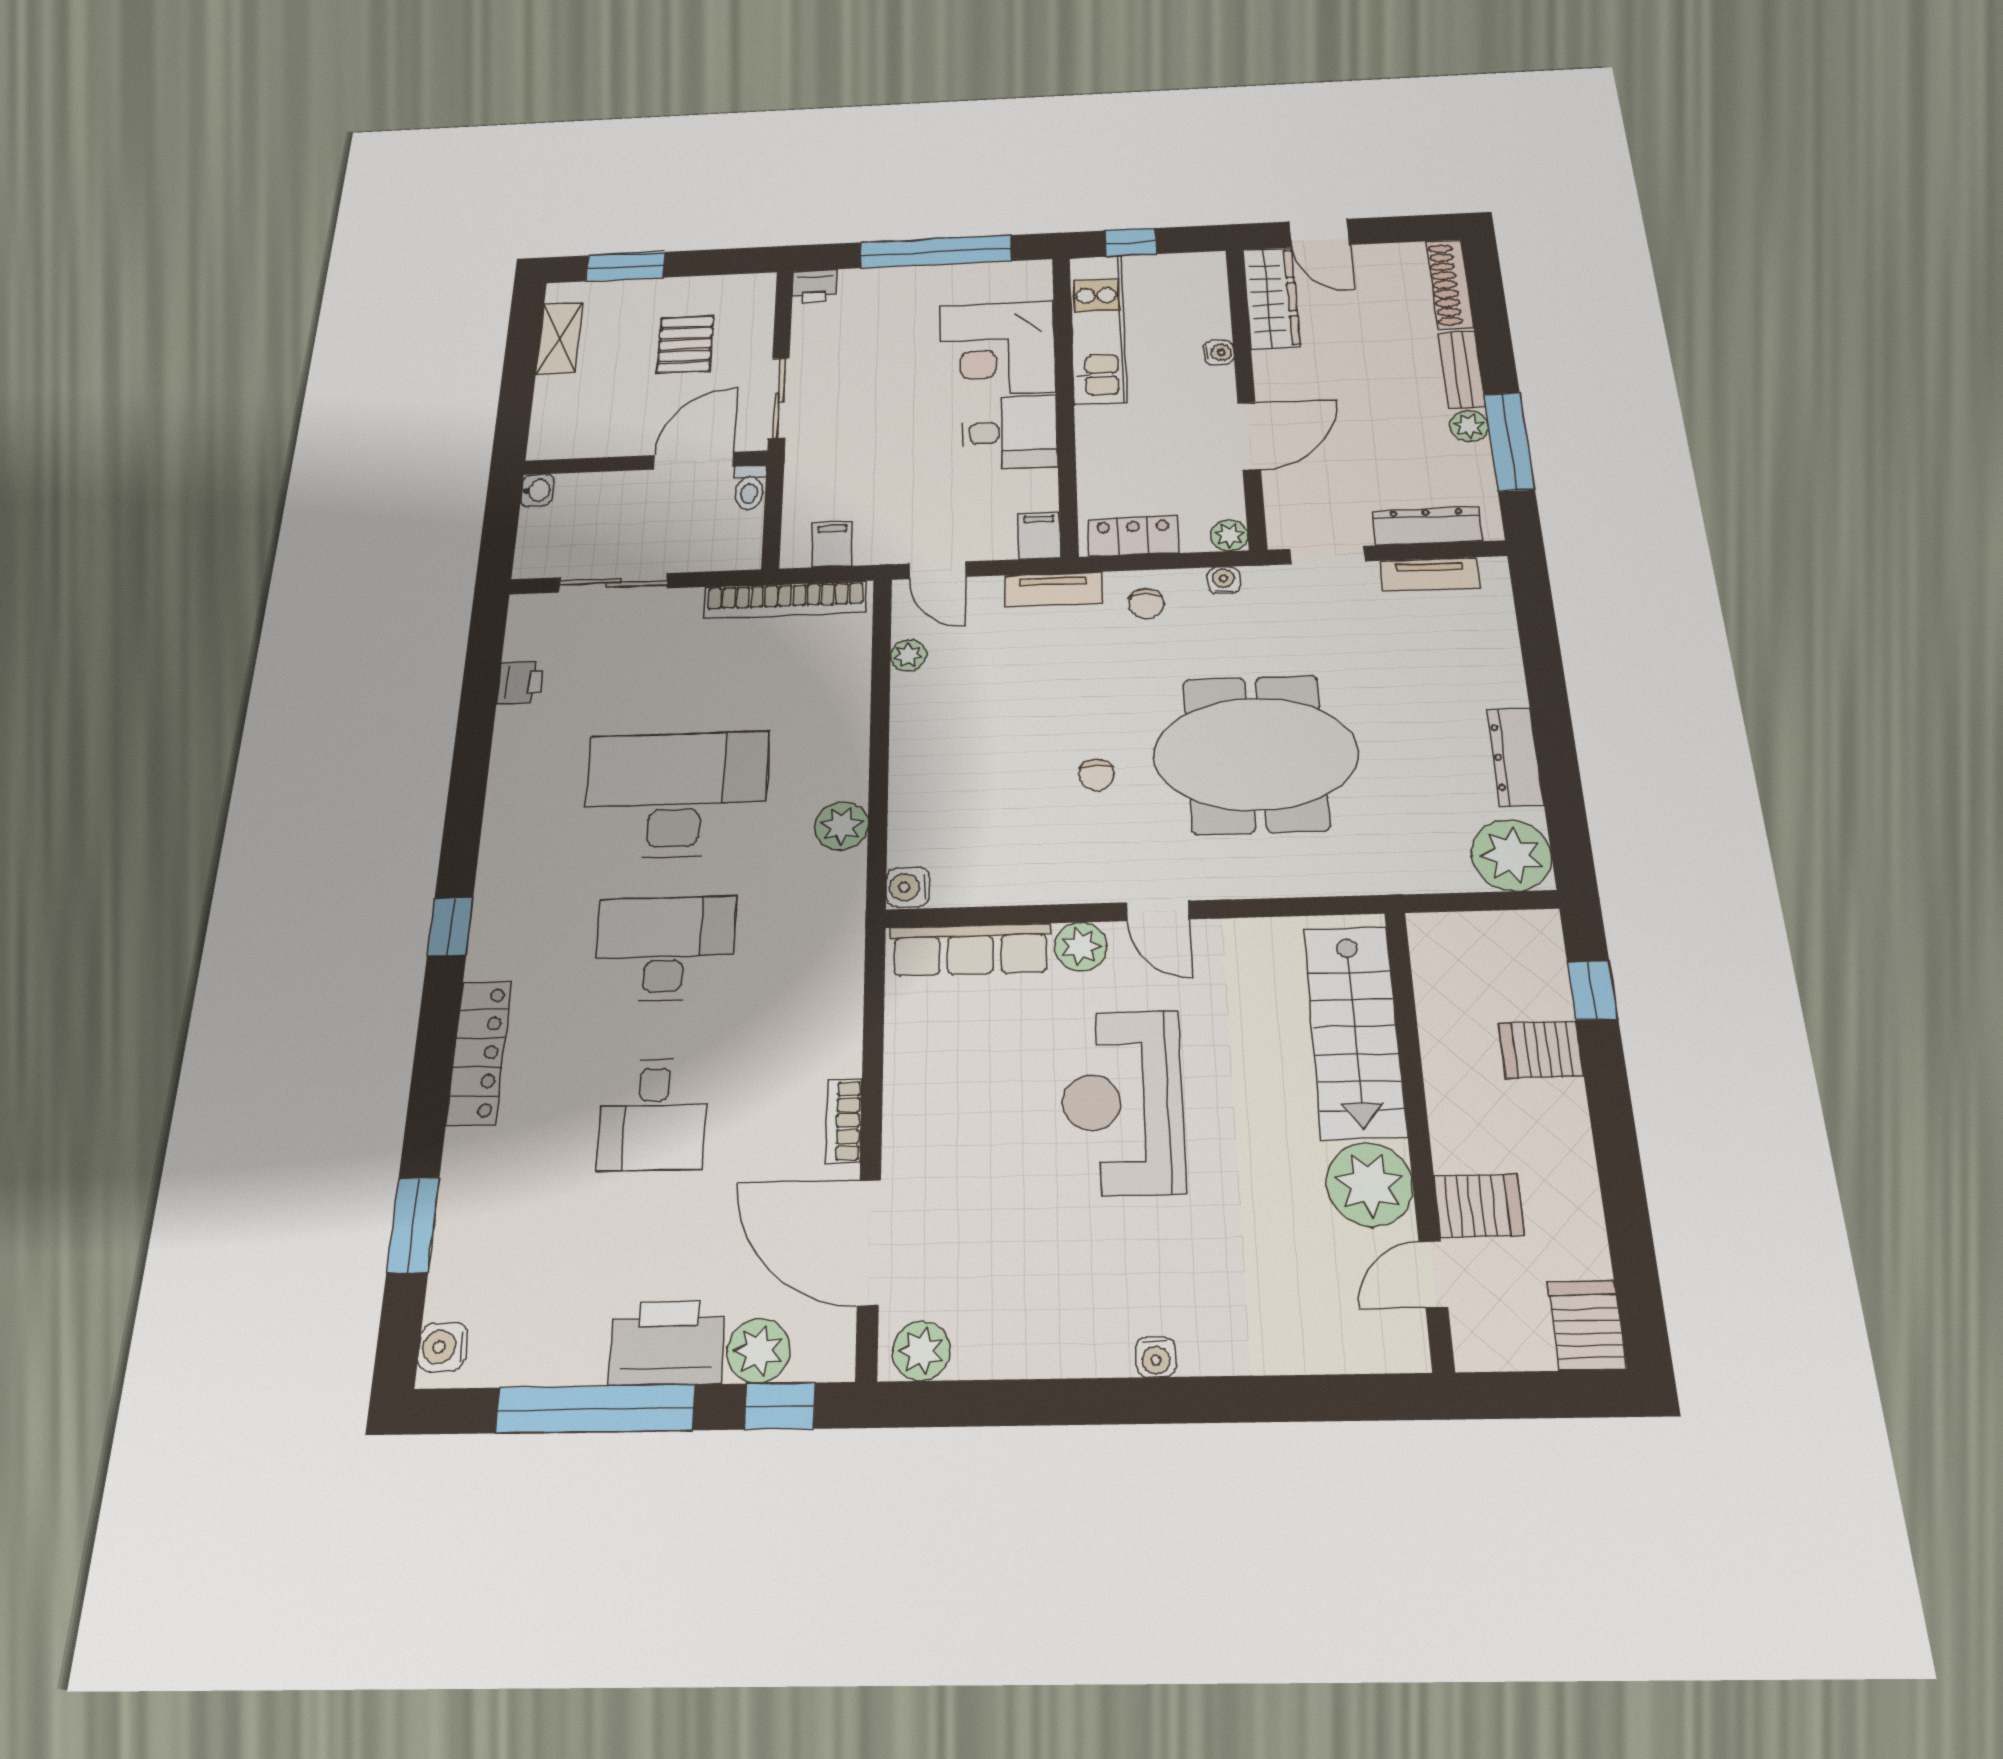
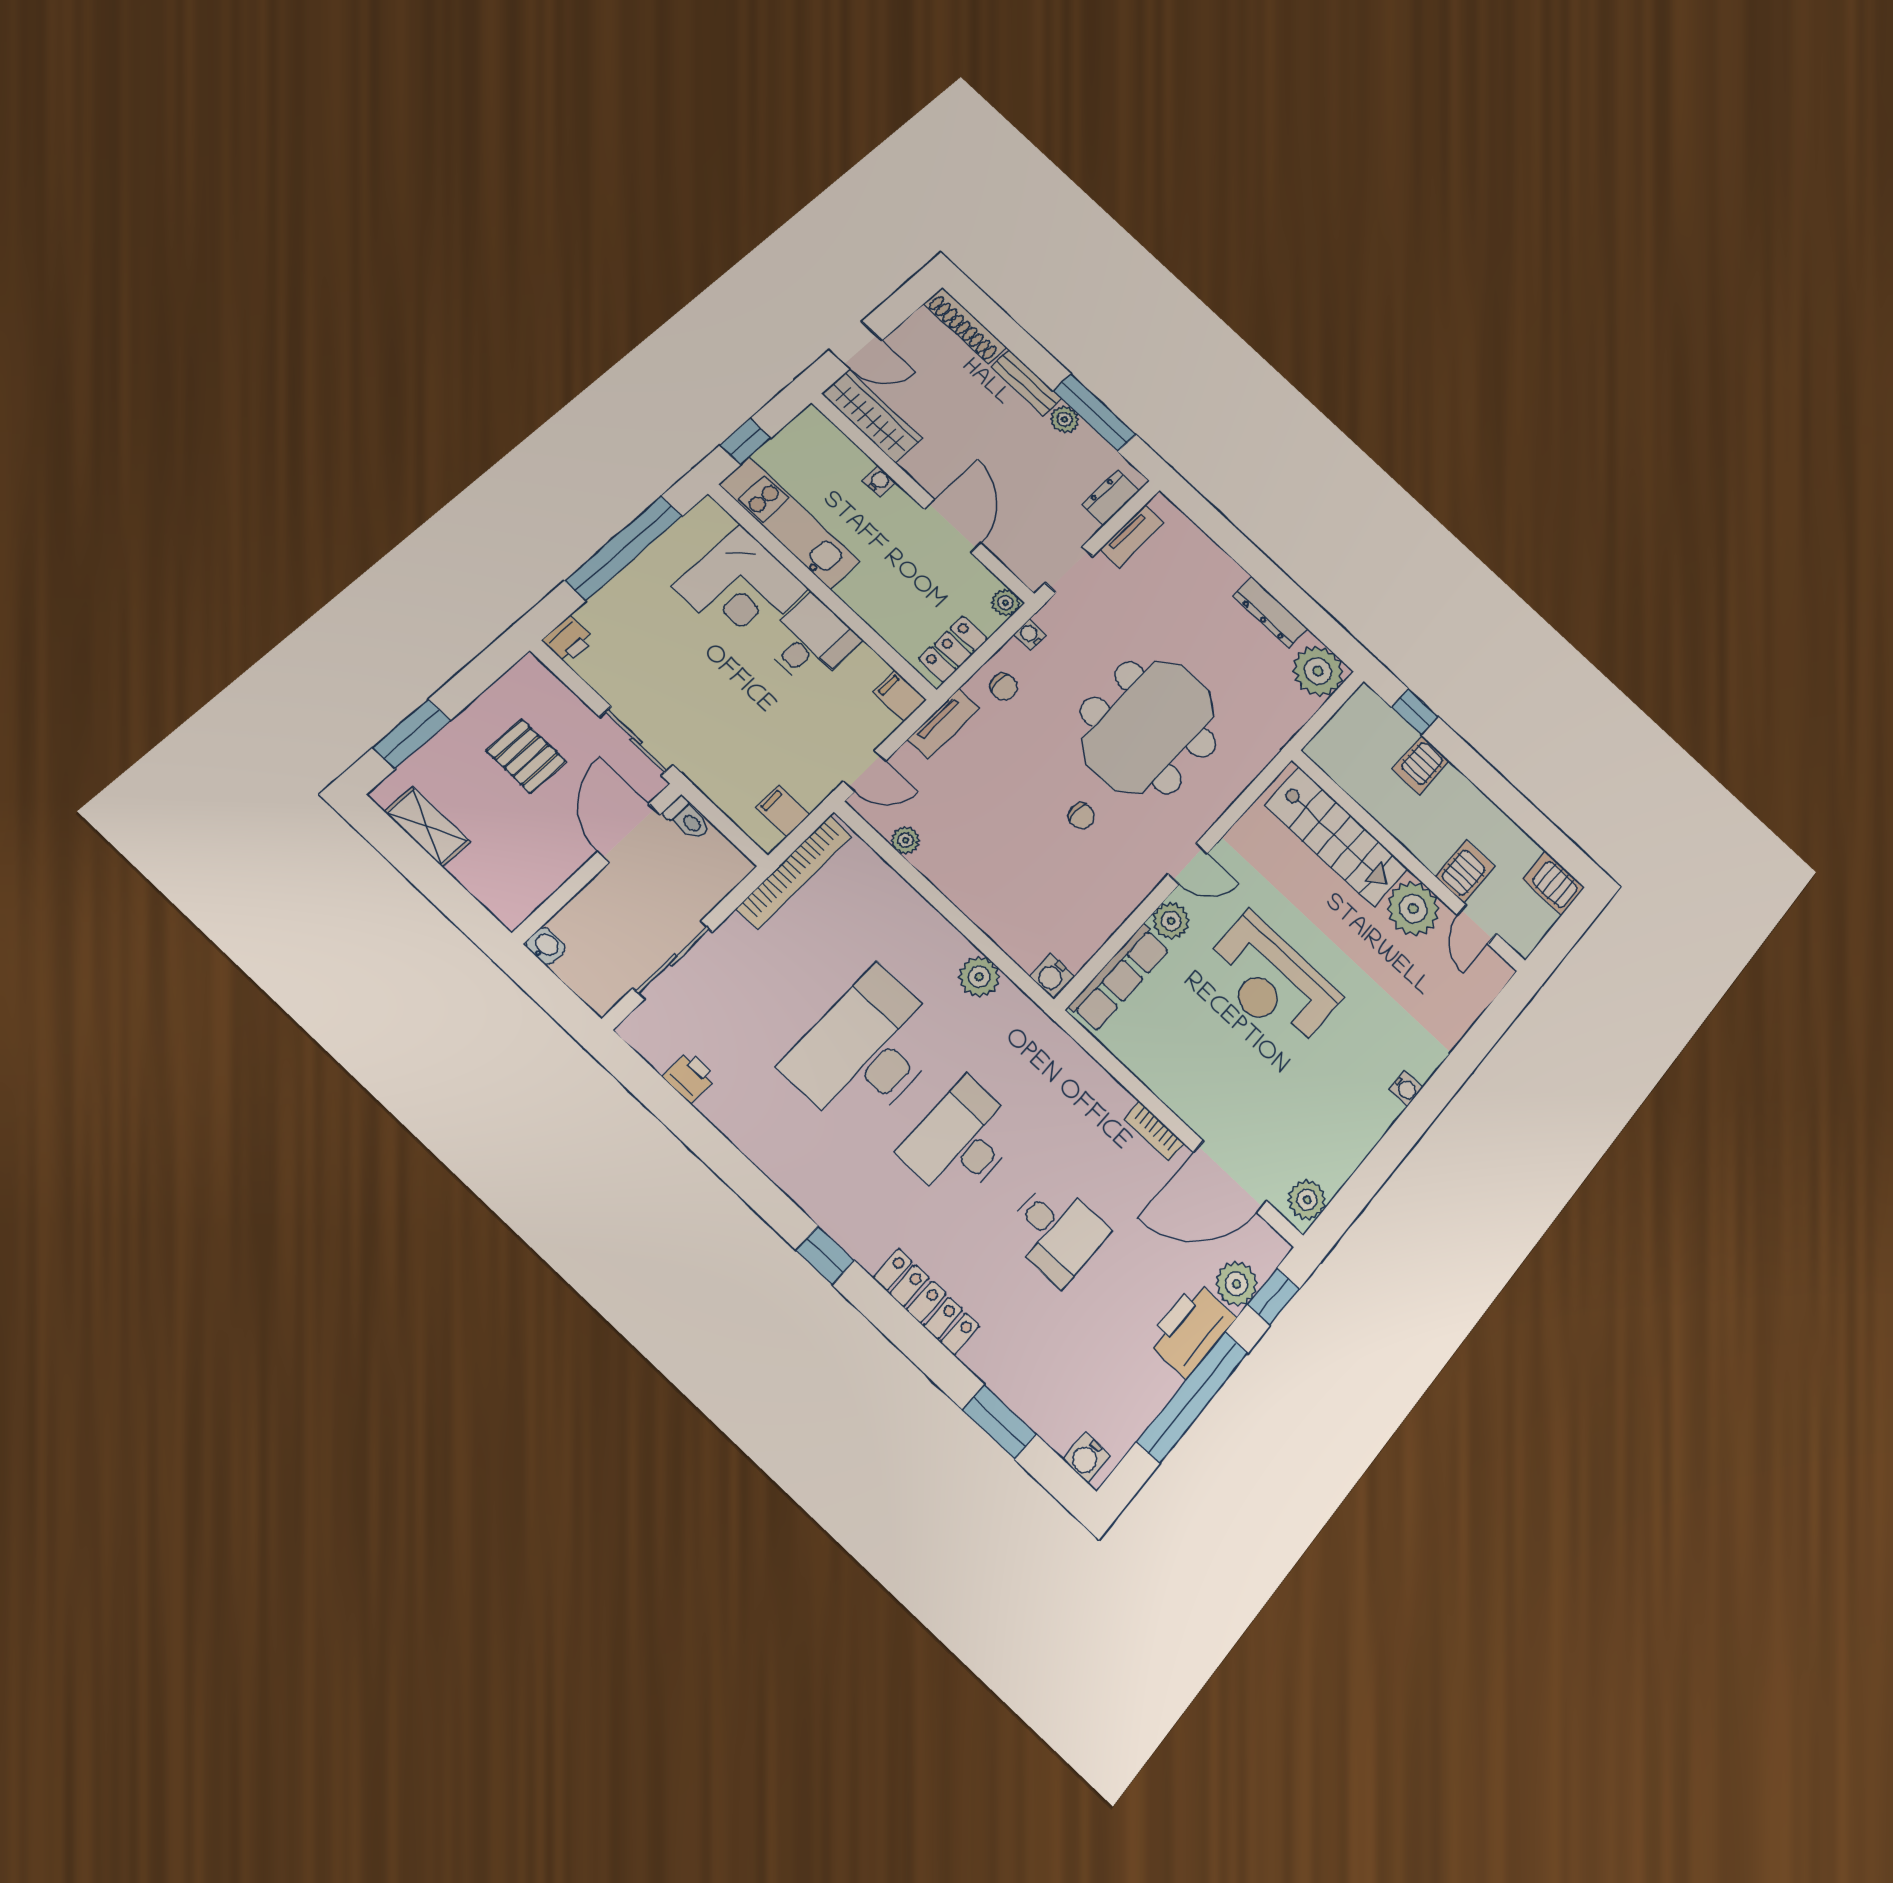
dresser: (1427, 526) -> (1111, 498), width x0.70

